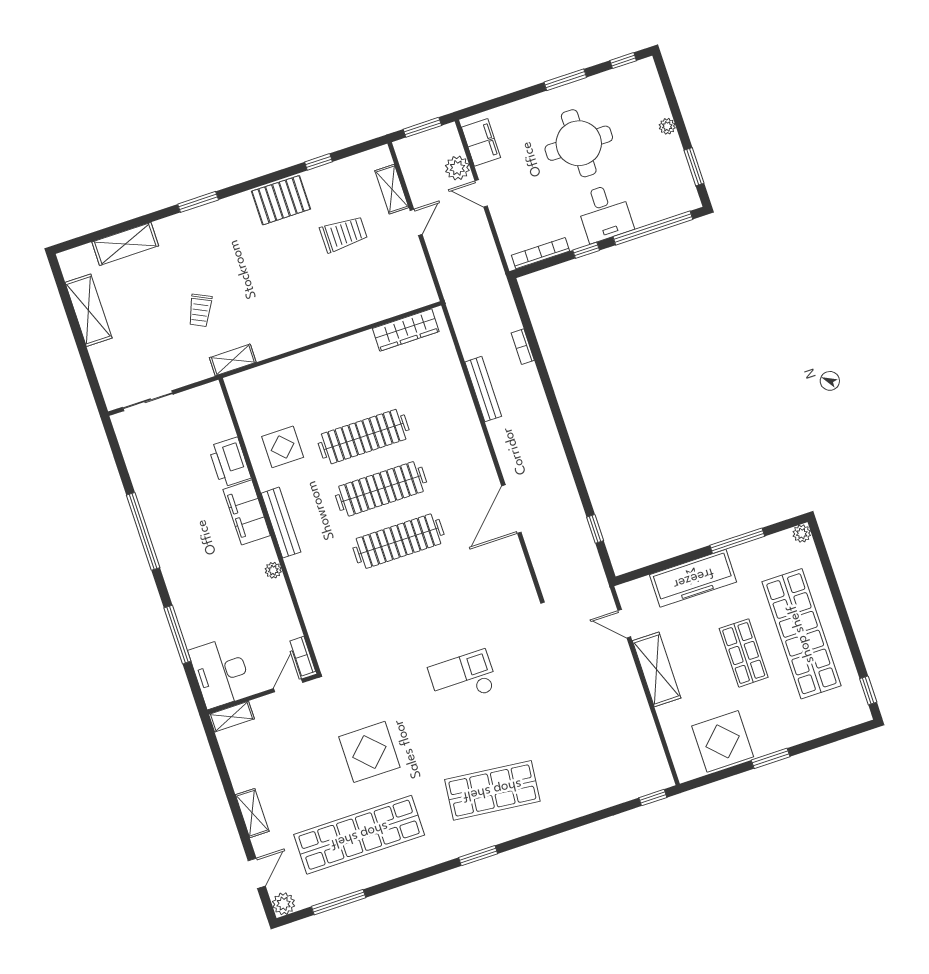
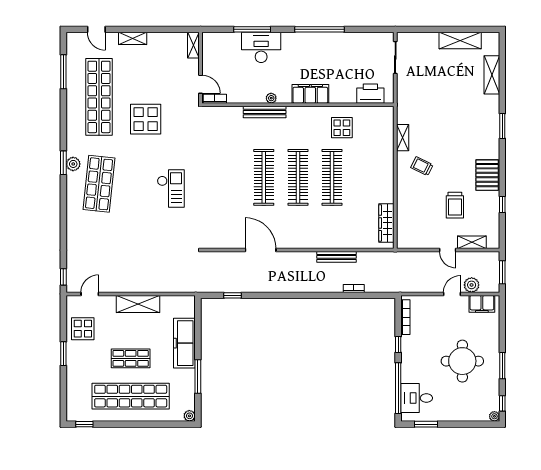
plant: (667, 126) -> (494, 416), moved
desk: (604, 213) -> (417, 398), moved
trolley: (200, 310) -> (422, 166), moved
shelving: (233, 360) -> (403, 138), moved
printer: (230, 462) -> (370, 94), moved
bench: (281, 523) -> (265, 112), moved
door: (624, 624) -> (90, 294), moved
desk: (221, 672) -> (261, 47), moved
display table: (723, 741) -> (83, 329), width x0.73, depth x0.73
plant: (284, 904) -> (73, 164), moved

